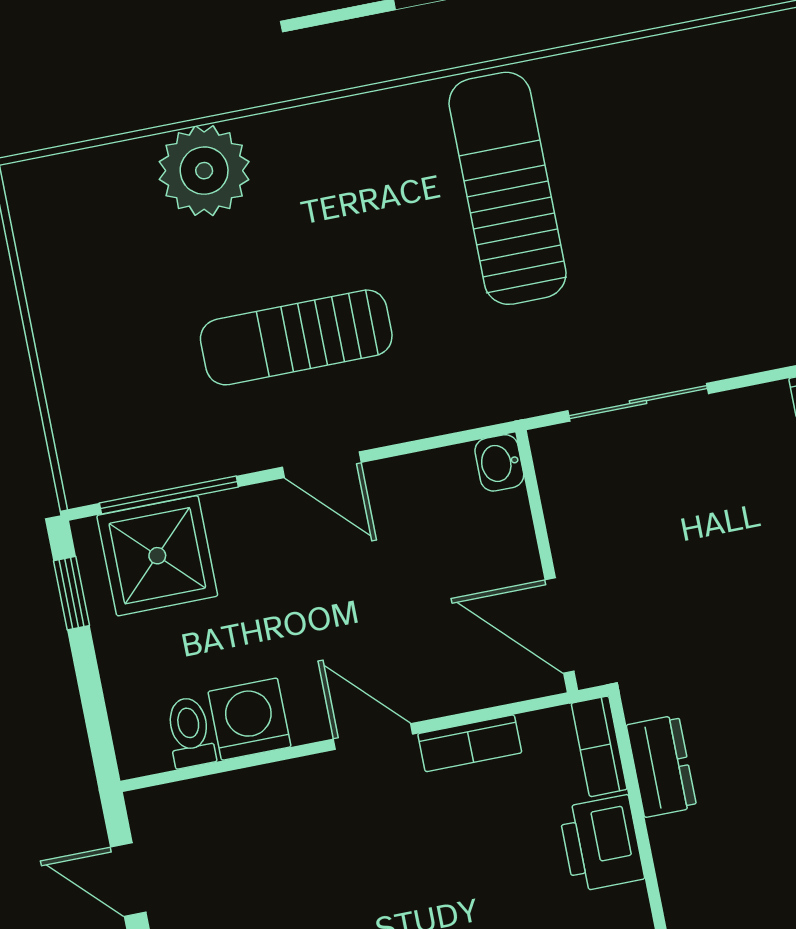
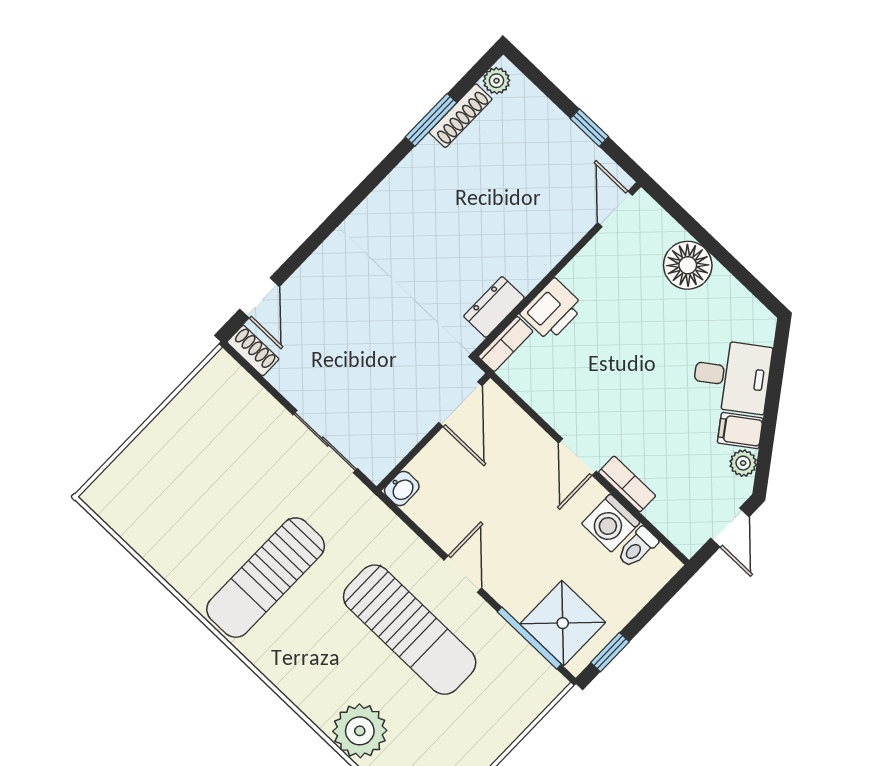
sun lounger: (296, 337) -> (410, 630), width x1.36, depth x1.34
bookcase: (470, 743) -> (627, 484), moved

